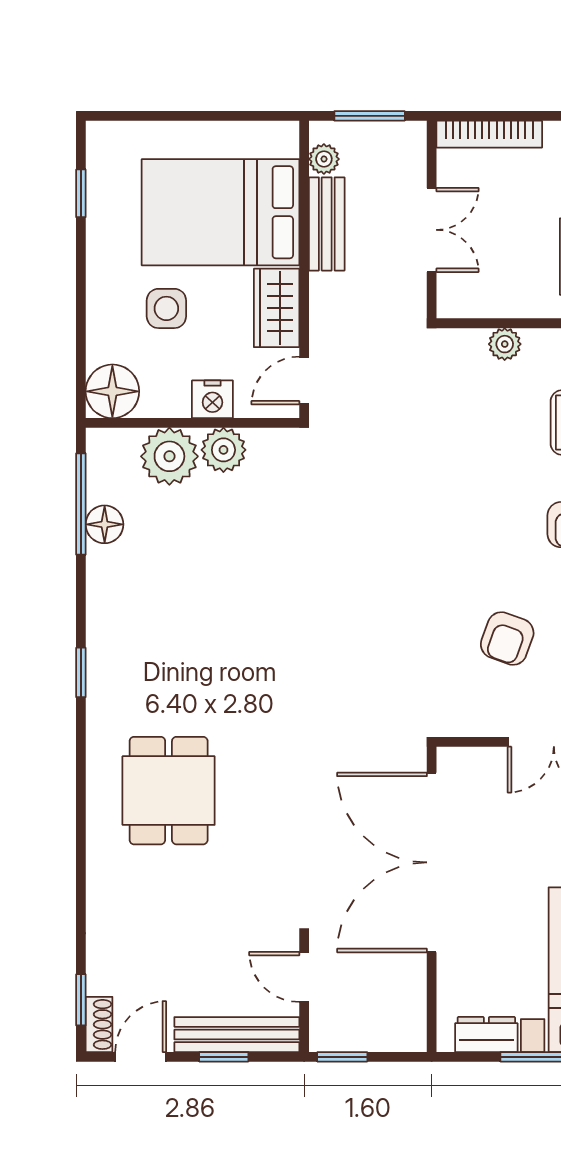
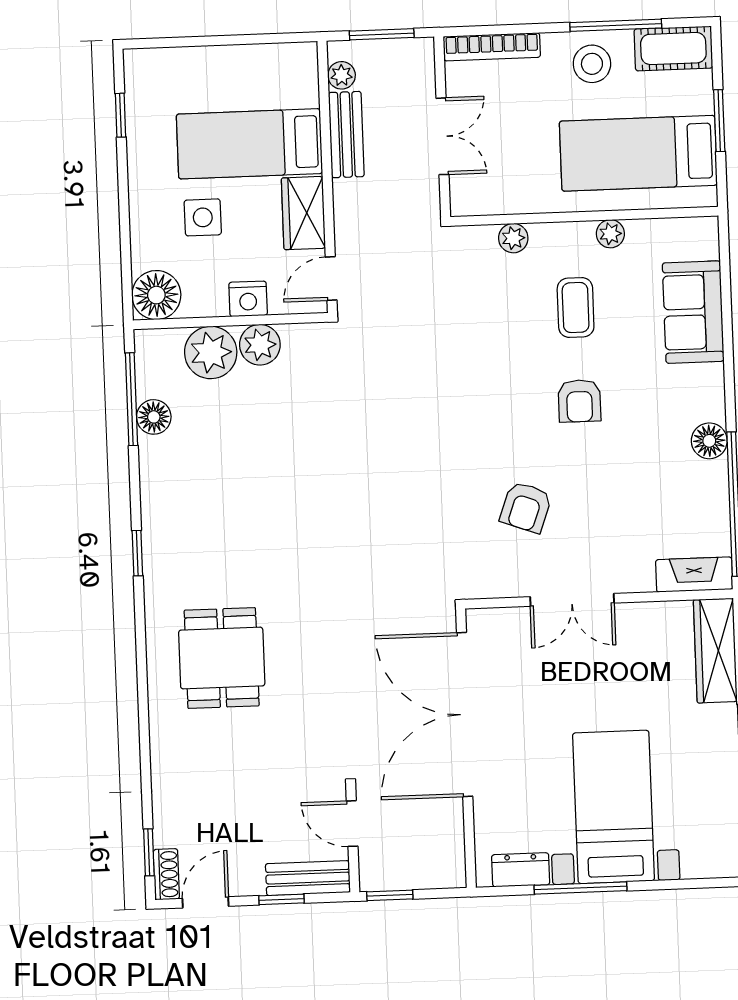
bed: (220, 212) -> (249, 144), width x0.67
bench: (237, 1035) -> (308, 878), width x0.73

